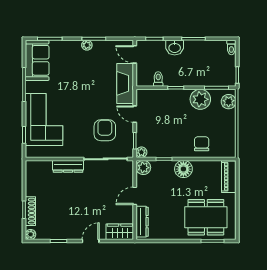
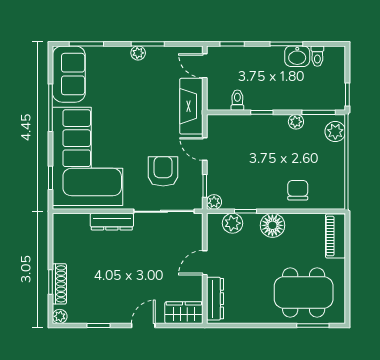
toilet: (231, 47) -> (317, 56), moved
washbasin: (175, 48) -> (297, 56), moved
plant: (200, 99) -> (296, 122), width x0.53, depth x0.53
corner sofa: (44, 119) -> (88, 156), width x1.36, depth x1.36
plant: (143, 168) -> (232, 223), moved

